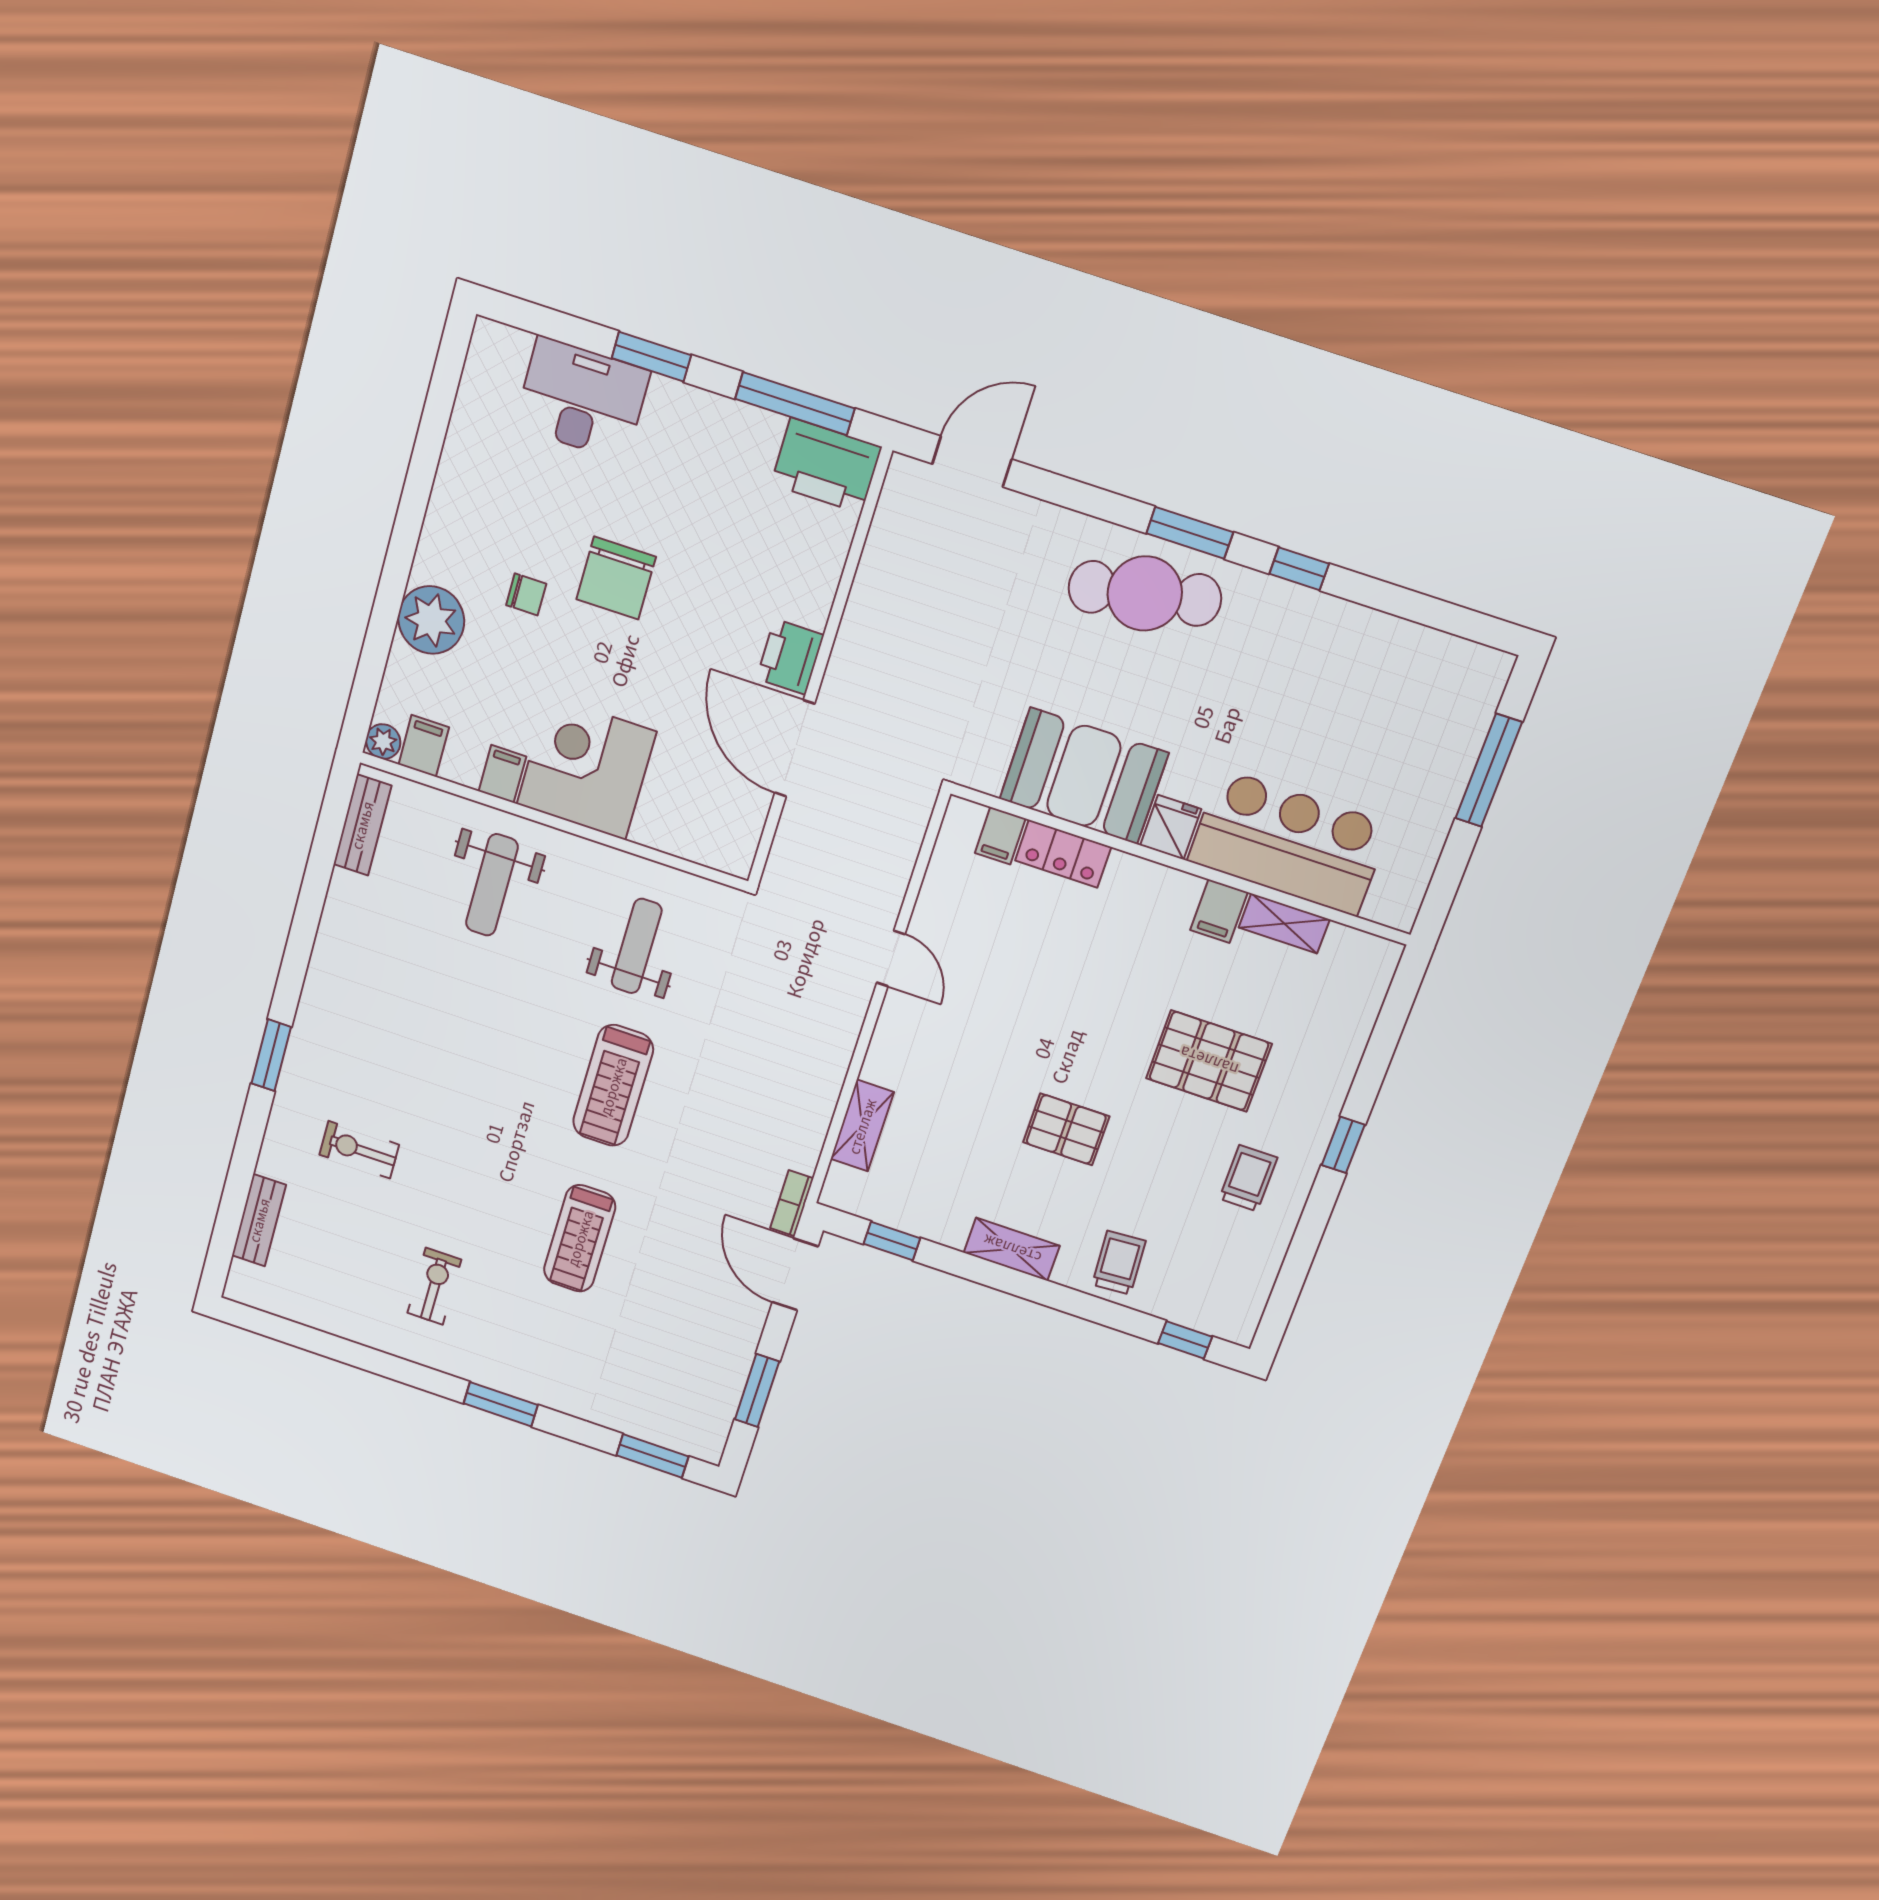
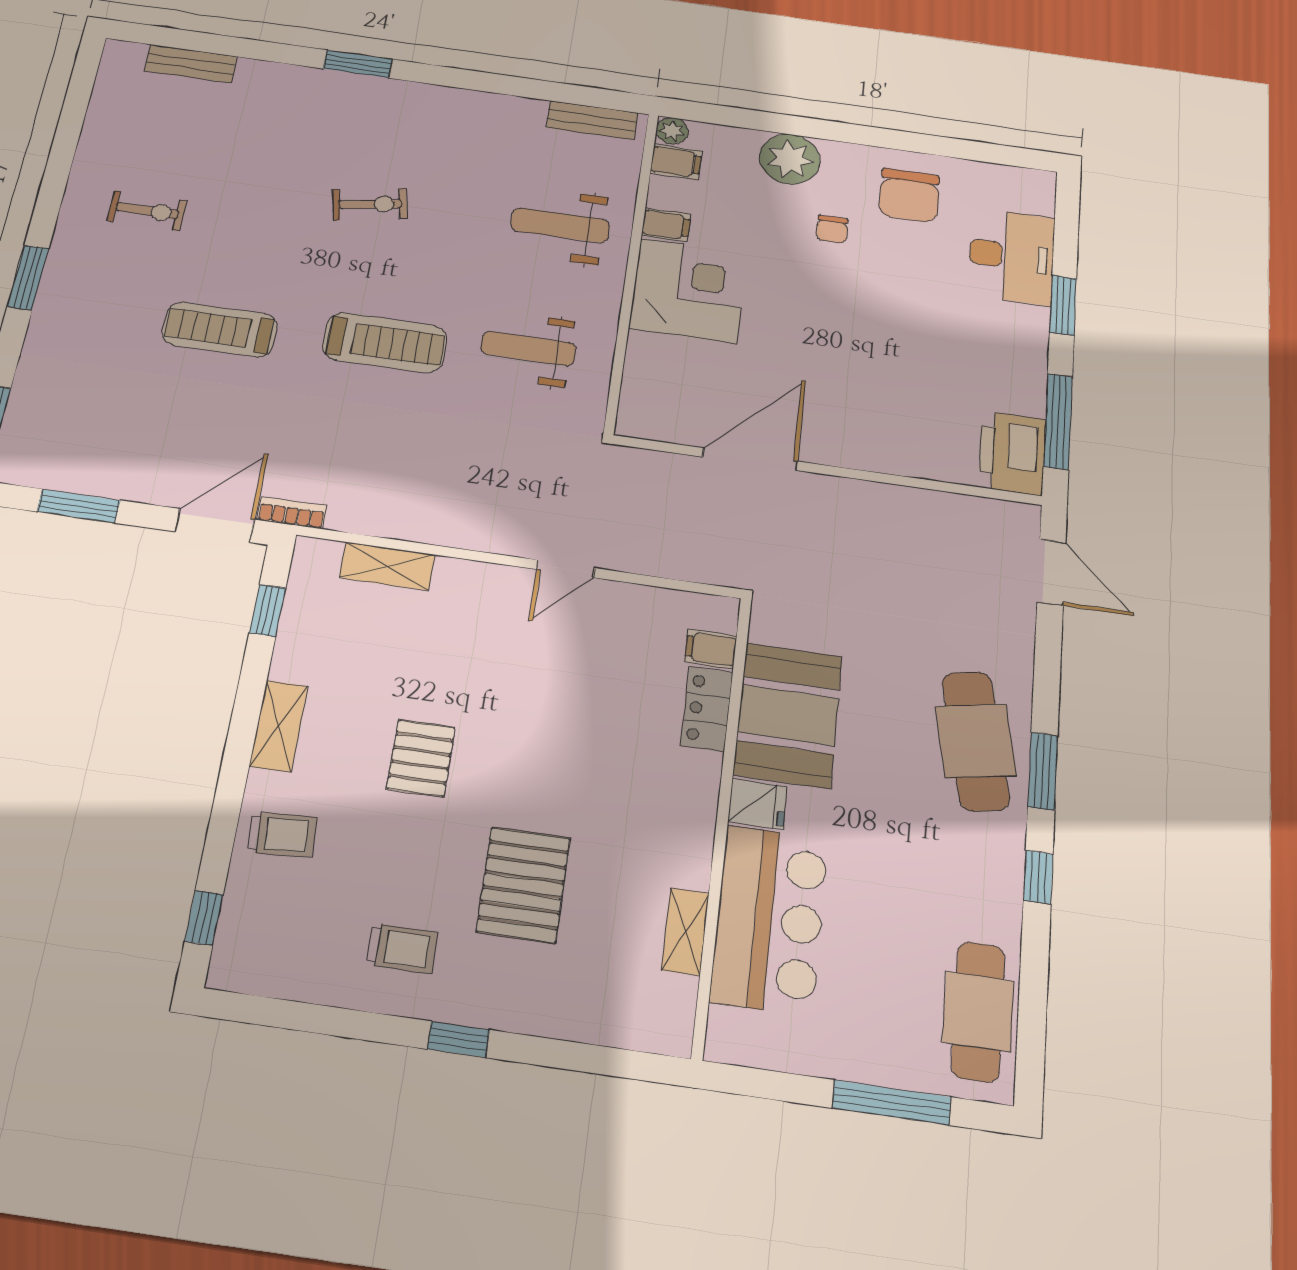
chair: (616, 578) -> (909, 195), moved, turned -90
printer: (790, 657) -> (834, 445), removed
cafe table: (1420, 665) -> (978, 1011), added
filing cabinet: (1219, 911) -> (683, 865), removed
weight bench: (637, 946) -> (528, 348), turned 180
treadmill: (613, 1086) -> (385, 343), turned 180
exercise bike: (359, 1150) -> (370, 204), moved, turned 79

